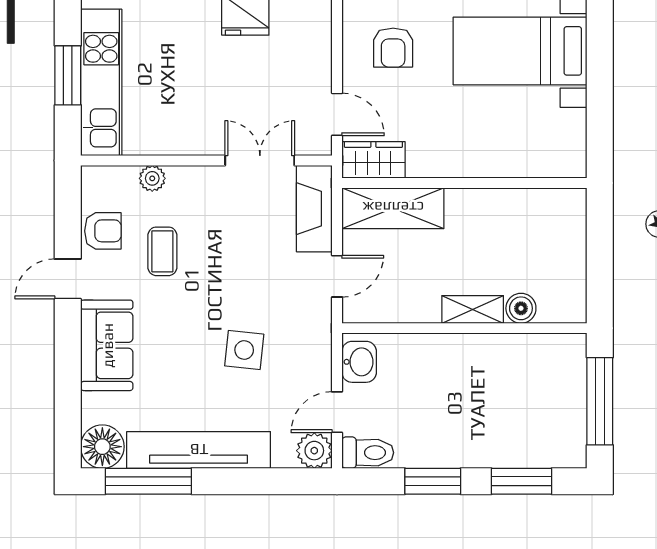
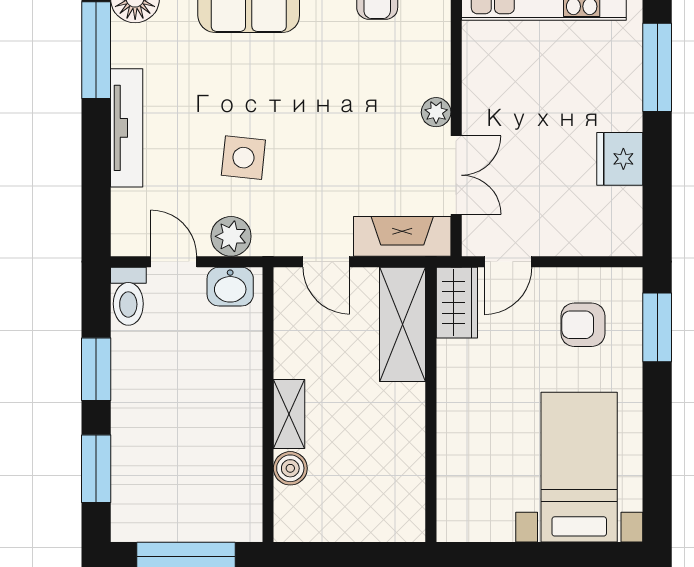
plant: (152, 178) -> (436, 112), moved
coffee table: (162, 251) -> (354, 66), removed
tv unit: (199, 450) -> (127, 128), width x0.73, depth x0.78
plant: (314, 451) -> (231, 236), moved

